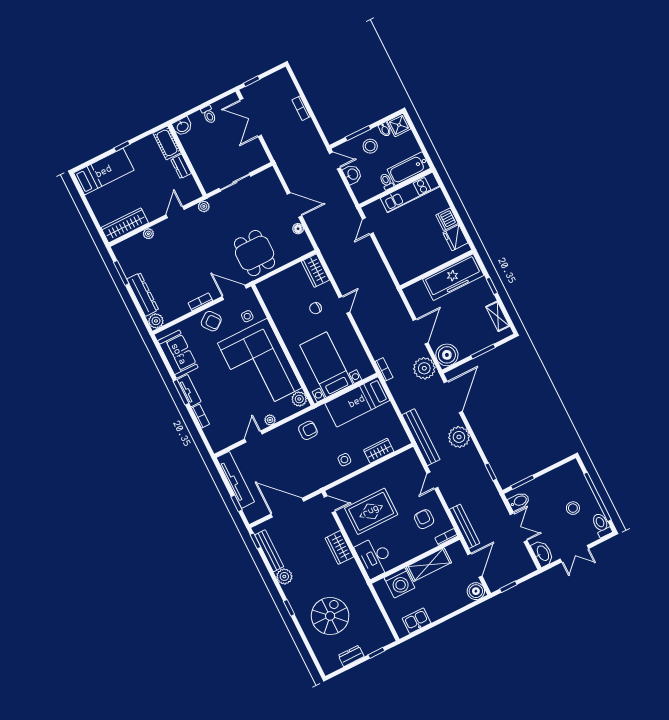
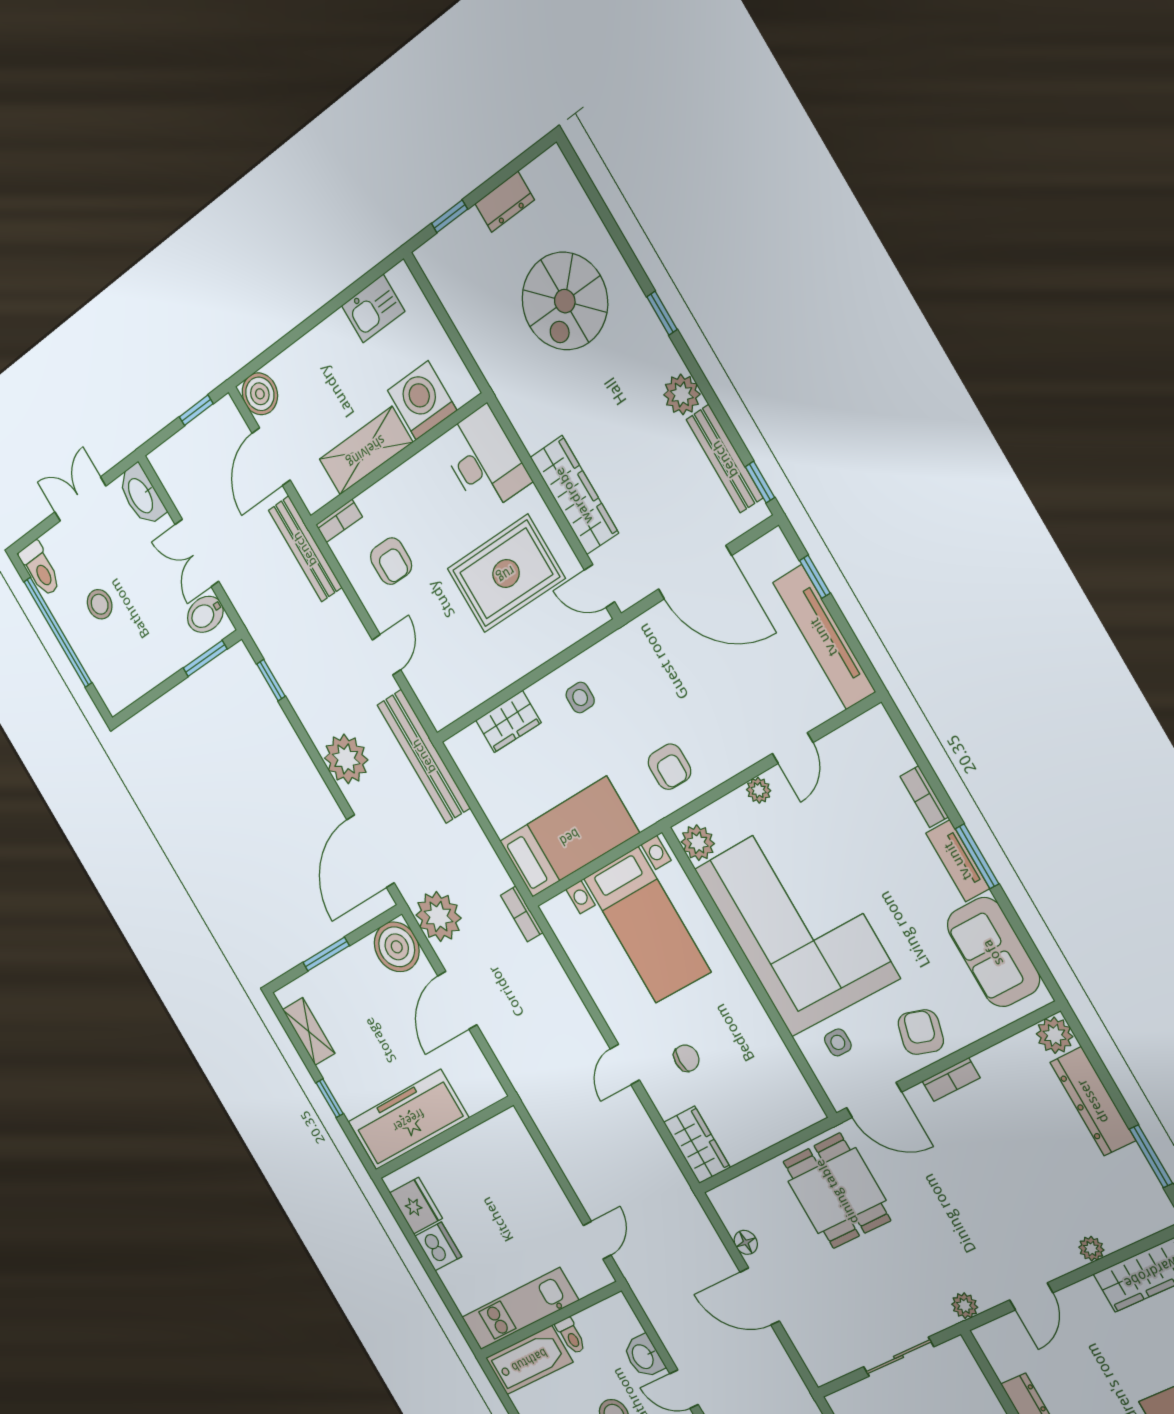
armchair: (211, 321) -> (921, 1032), turned 54
armchair: (308, 430) -> (669, 767), turned -90
wardrobe: (339, 547) -> (574, 495), width x1.50

